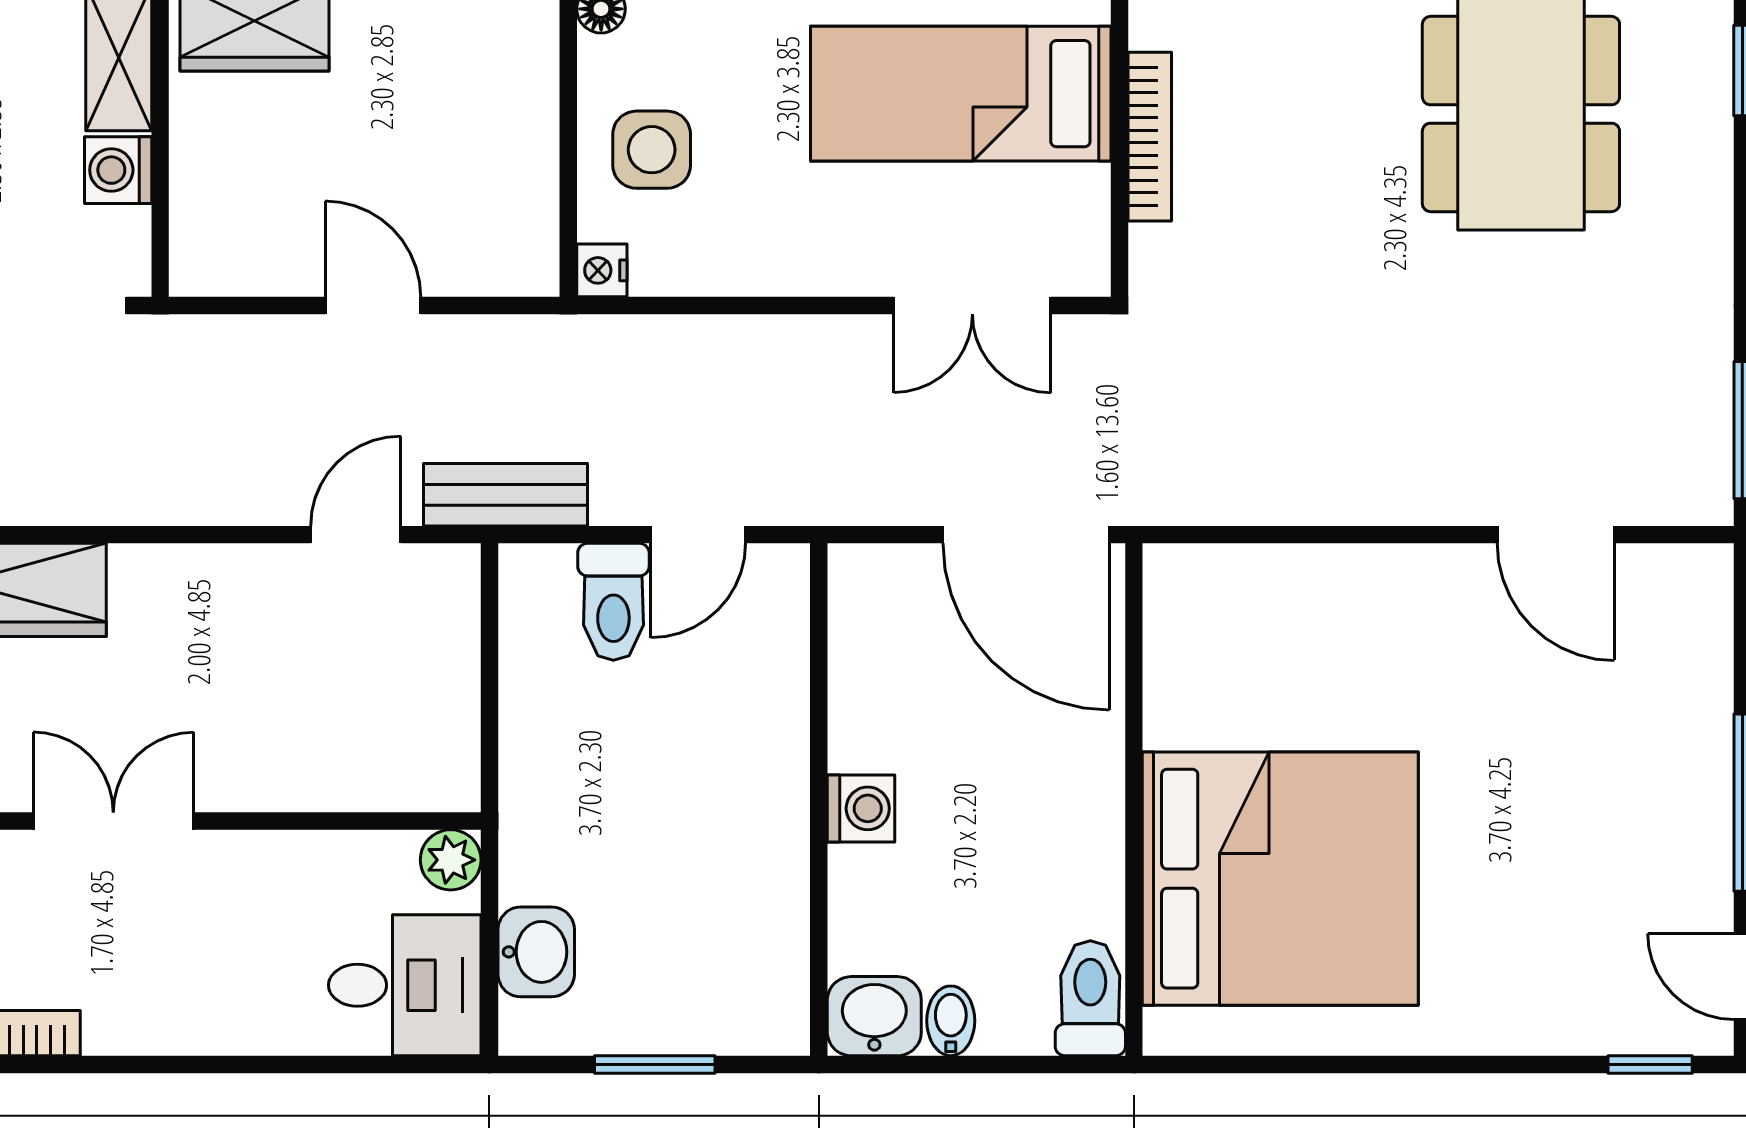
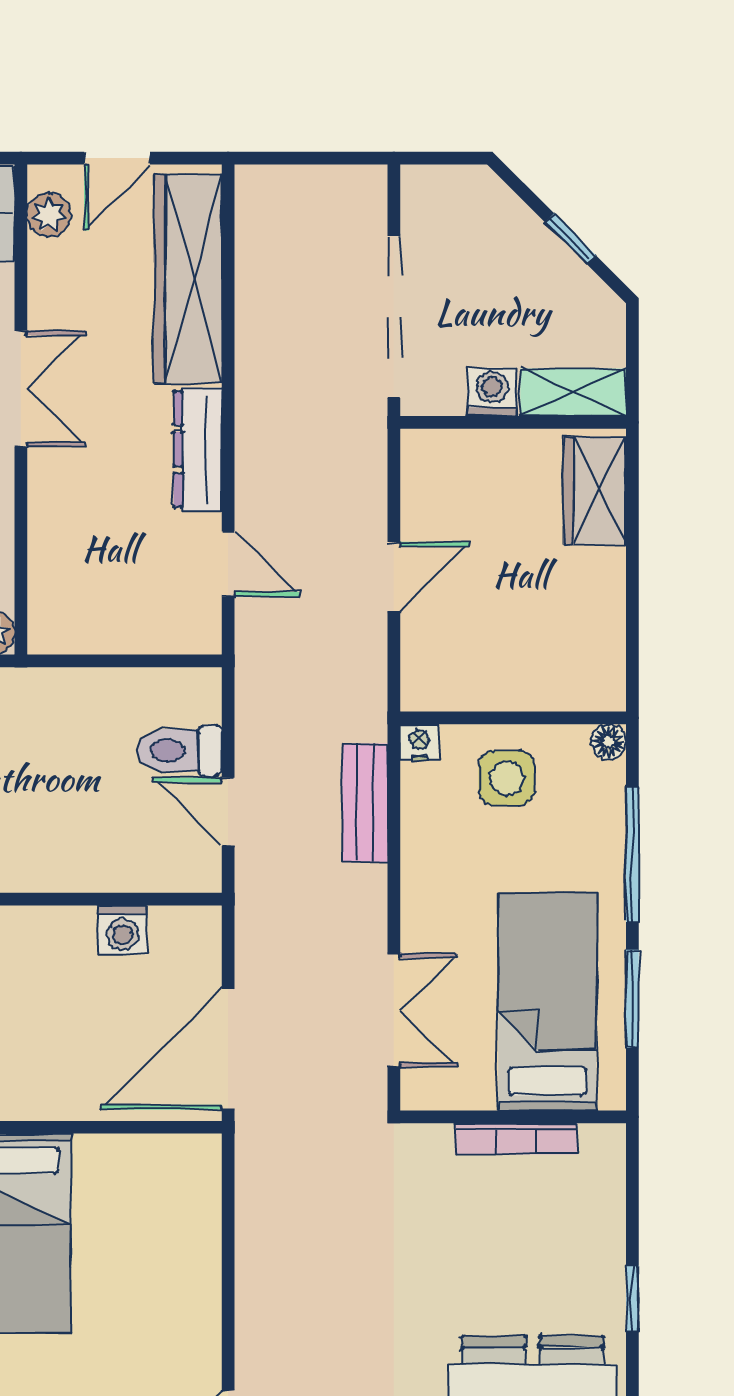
double door: (972, 305) -> (394, 1010), swing flipped
bench: (505, 495) -> (365, 803), moved
dresser: (197, 576) -> (198, 449), added
washing machine: (861, 808) -> (123, 930), moved

